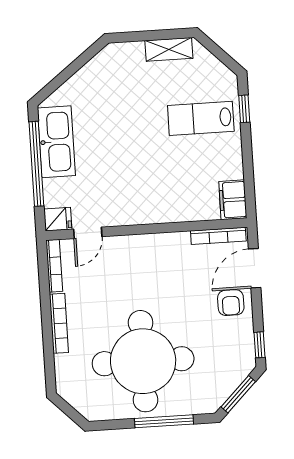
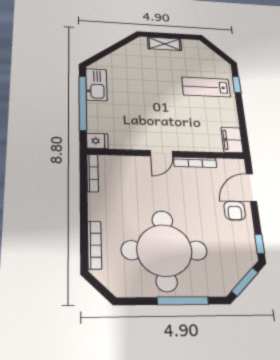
shelving: (169, 49) -> (164, 44), moved
kitchen sink: (56, 142) -> (96, 85), width x0.73, depth x0.81
door: (88, 233) -> (161, 154), moved
bookcase: (218, 236) -> (195, 162), moved
bookcase: (59, 323) -> (95, 245), moved

